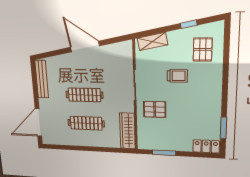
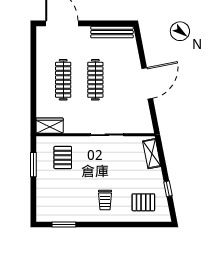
trolley: (177, 76) -> (105, 200), moved
pallet: (155, 109) -> (63, 158), moved
wardrobe: (127, 131) -> (50, 126), width x0.67
locker: (206, 146) -> (43, 208), removed

